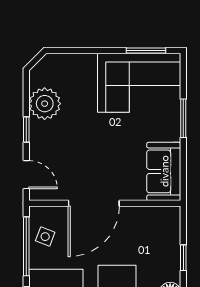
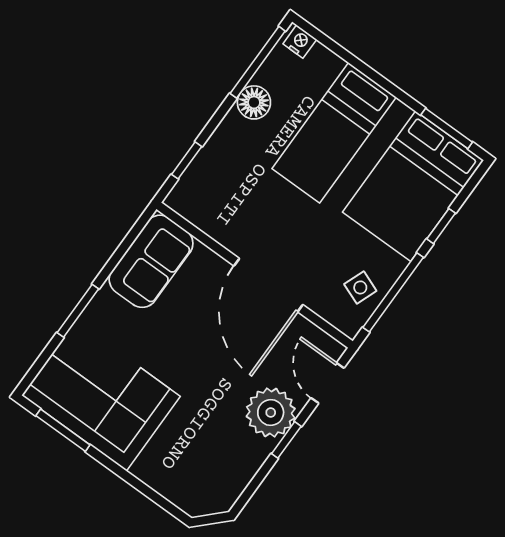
plant: (45, 104) -> (271, 412), moved
door: (94, 203) -> (268, 285), swing flipped
window: (183, 258) -> (187, 160), moved

